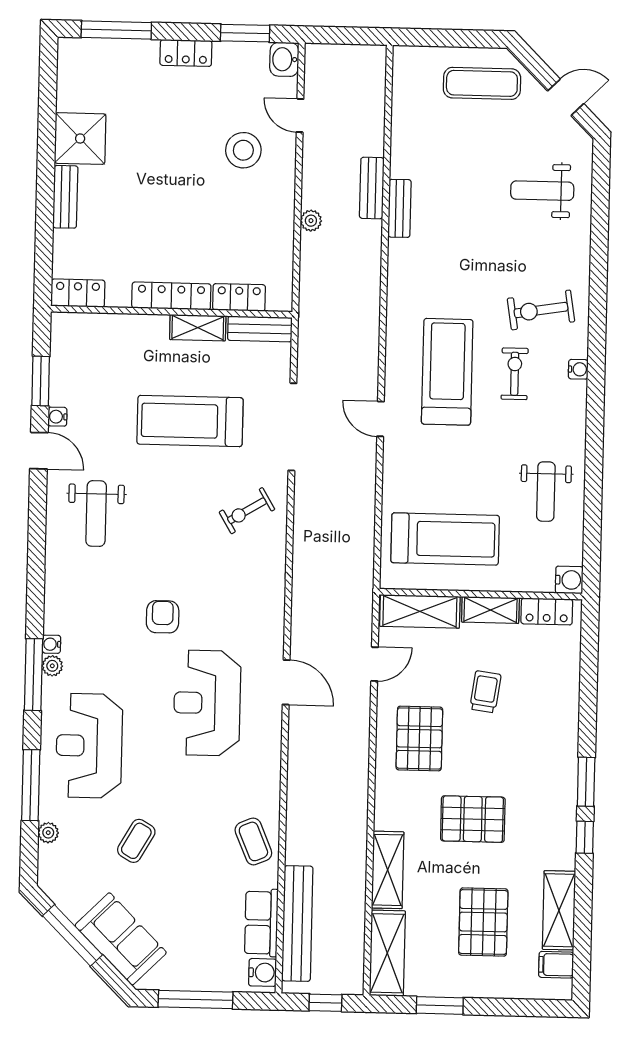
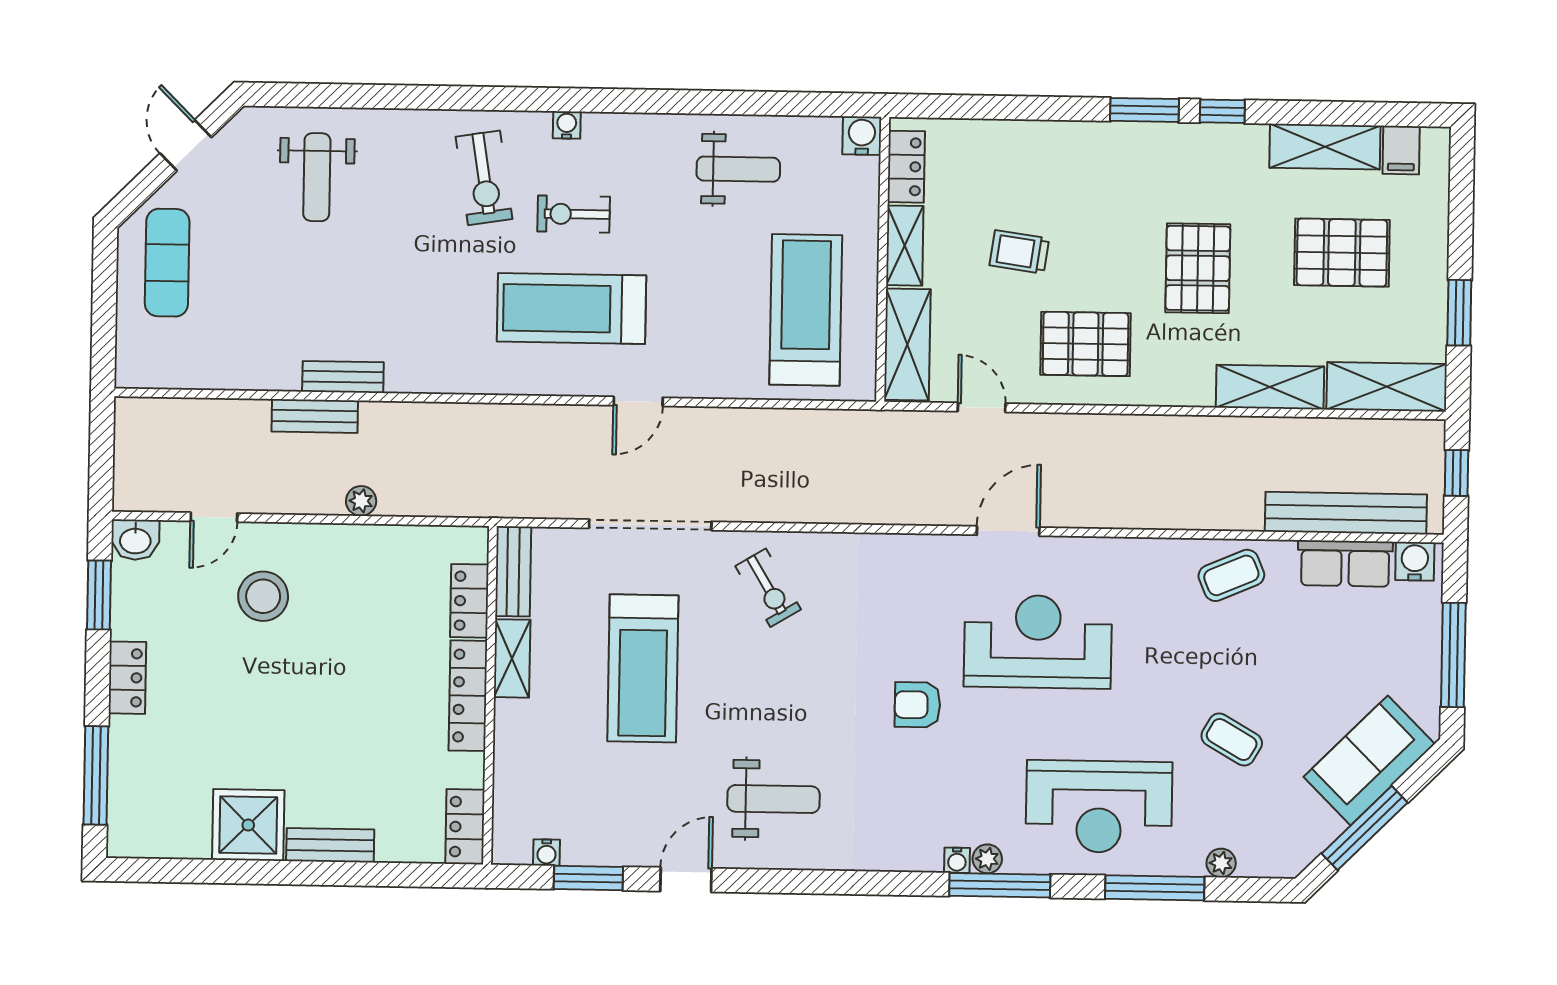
water cooler: (57, 417) -> (547, 853), moved
reception desk: (207, 703) -> (1038, 642), turned 180

